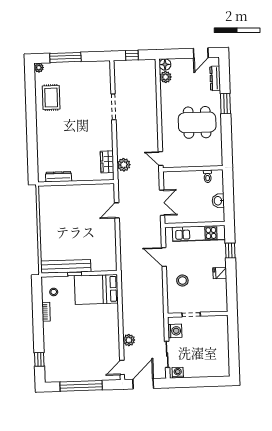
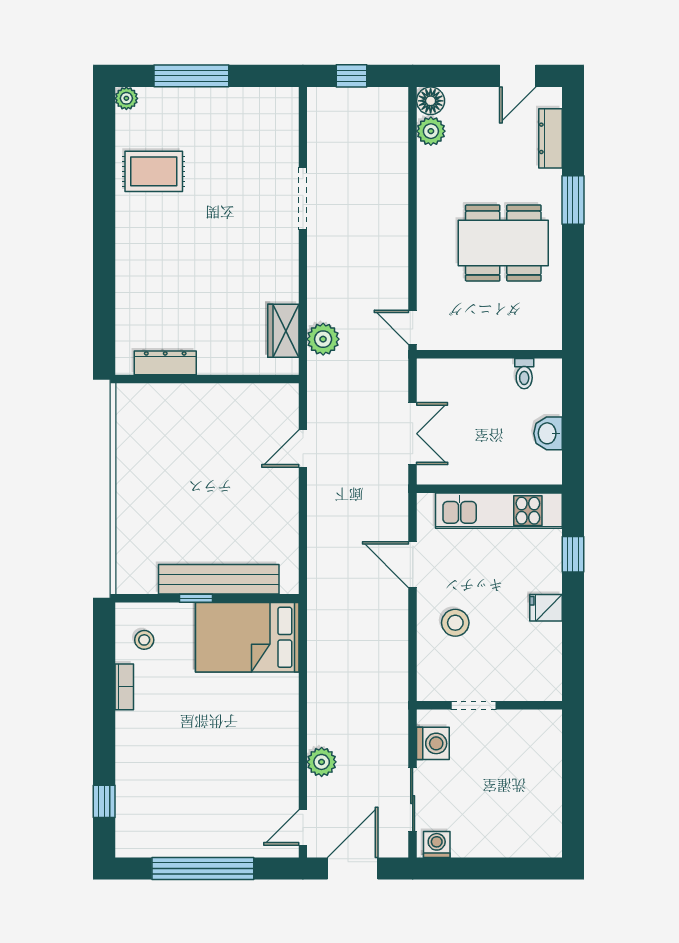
rug: (51, 98) -> (154, 171), turned 90
bench: (66, 266) -> (219, 579), moved

